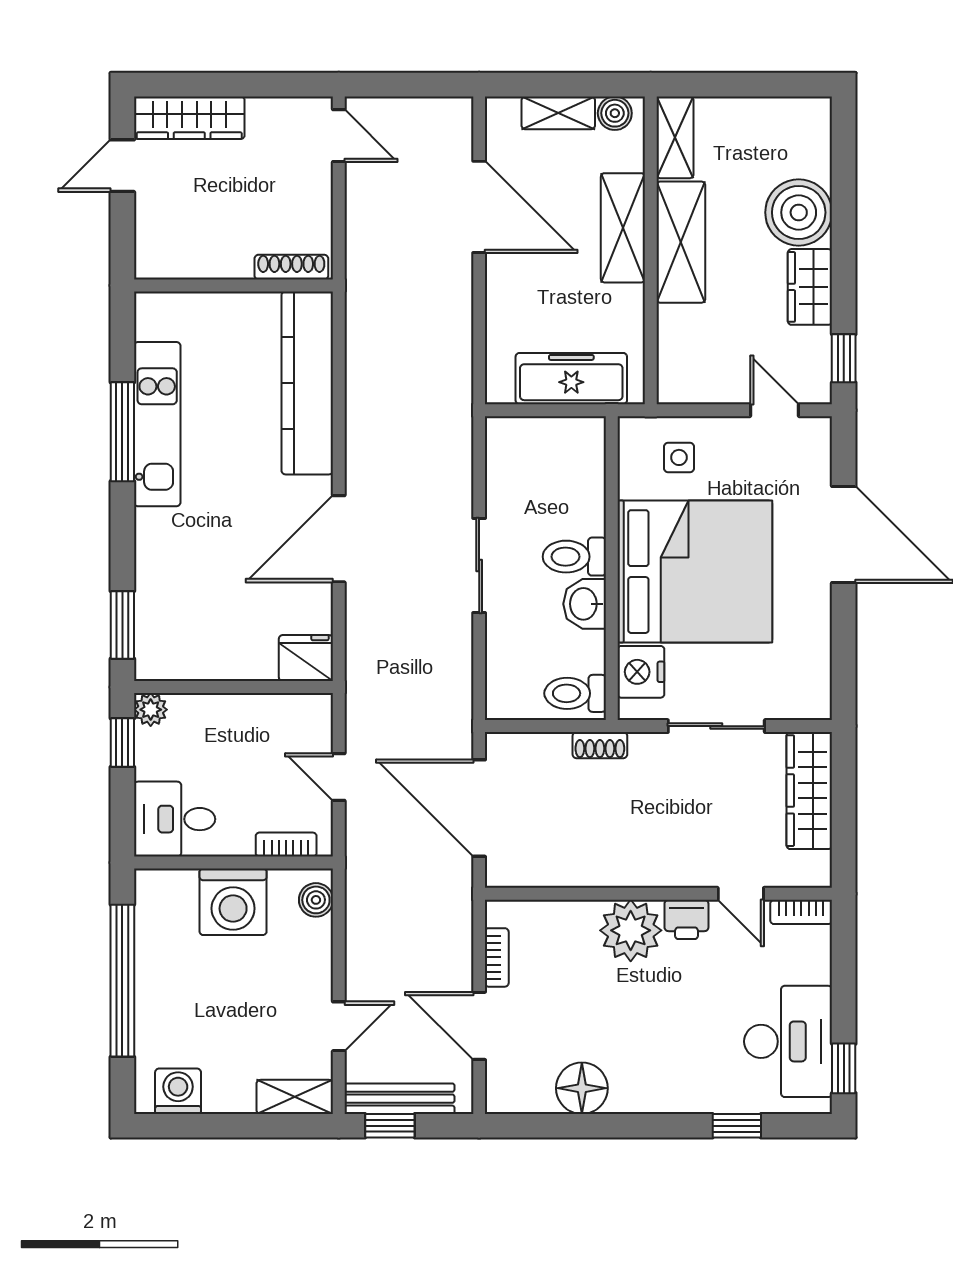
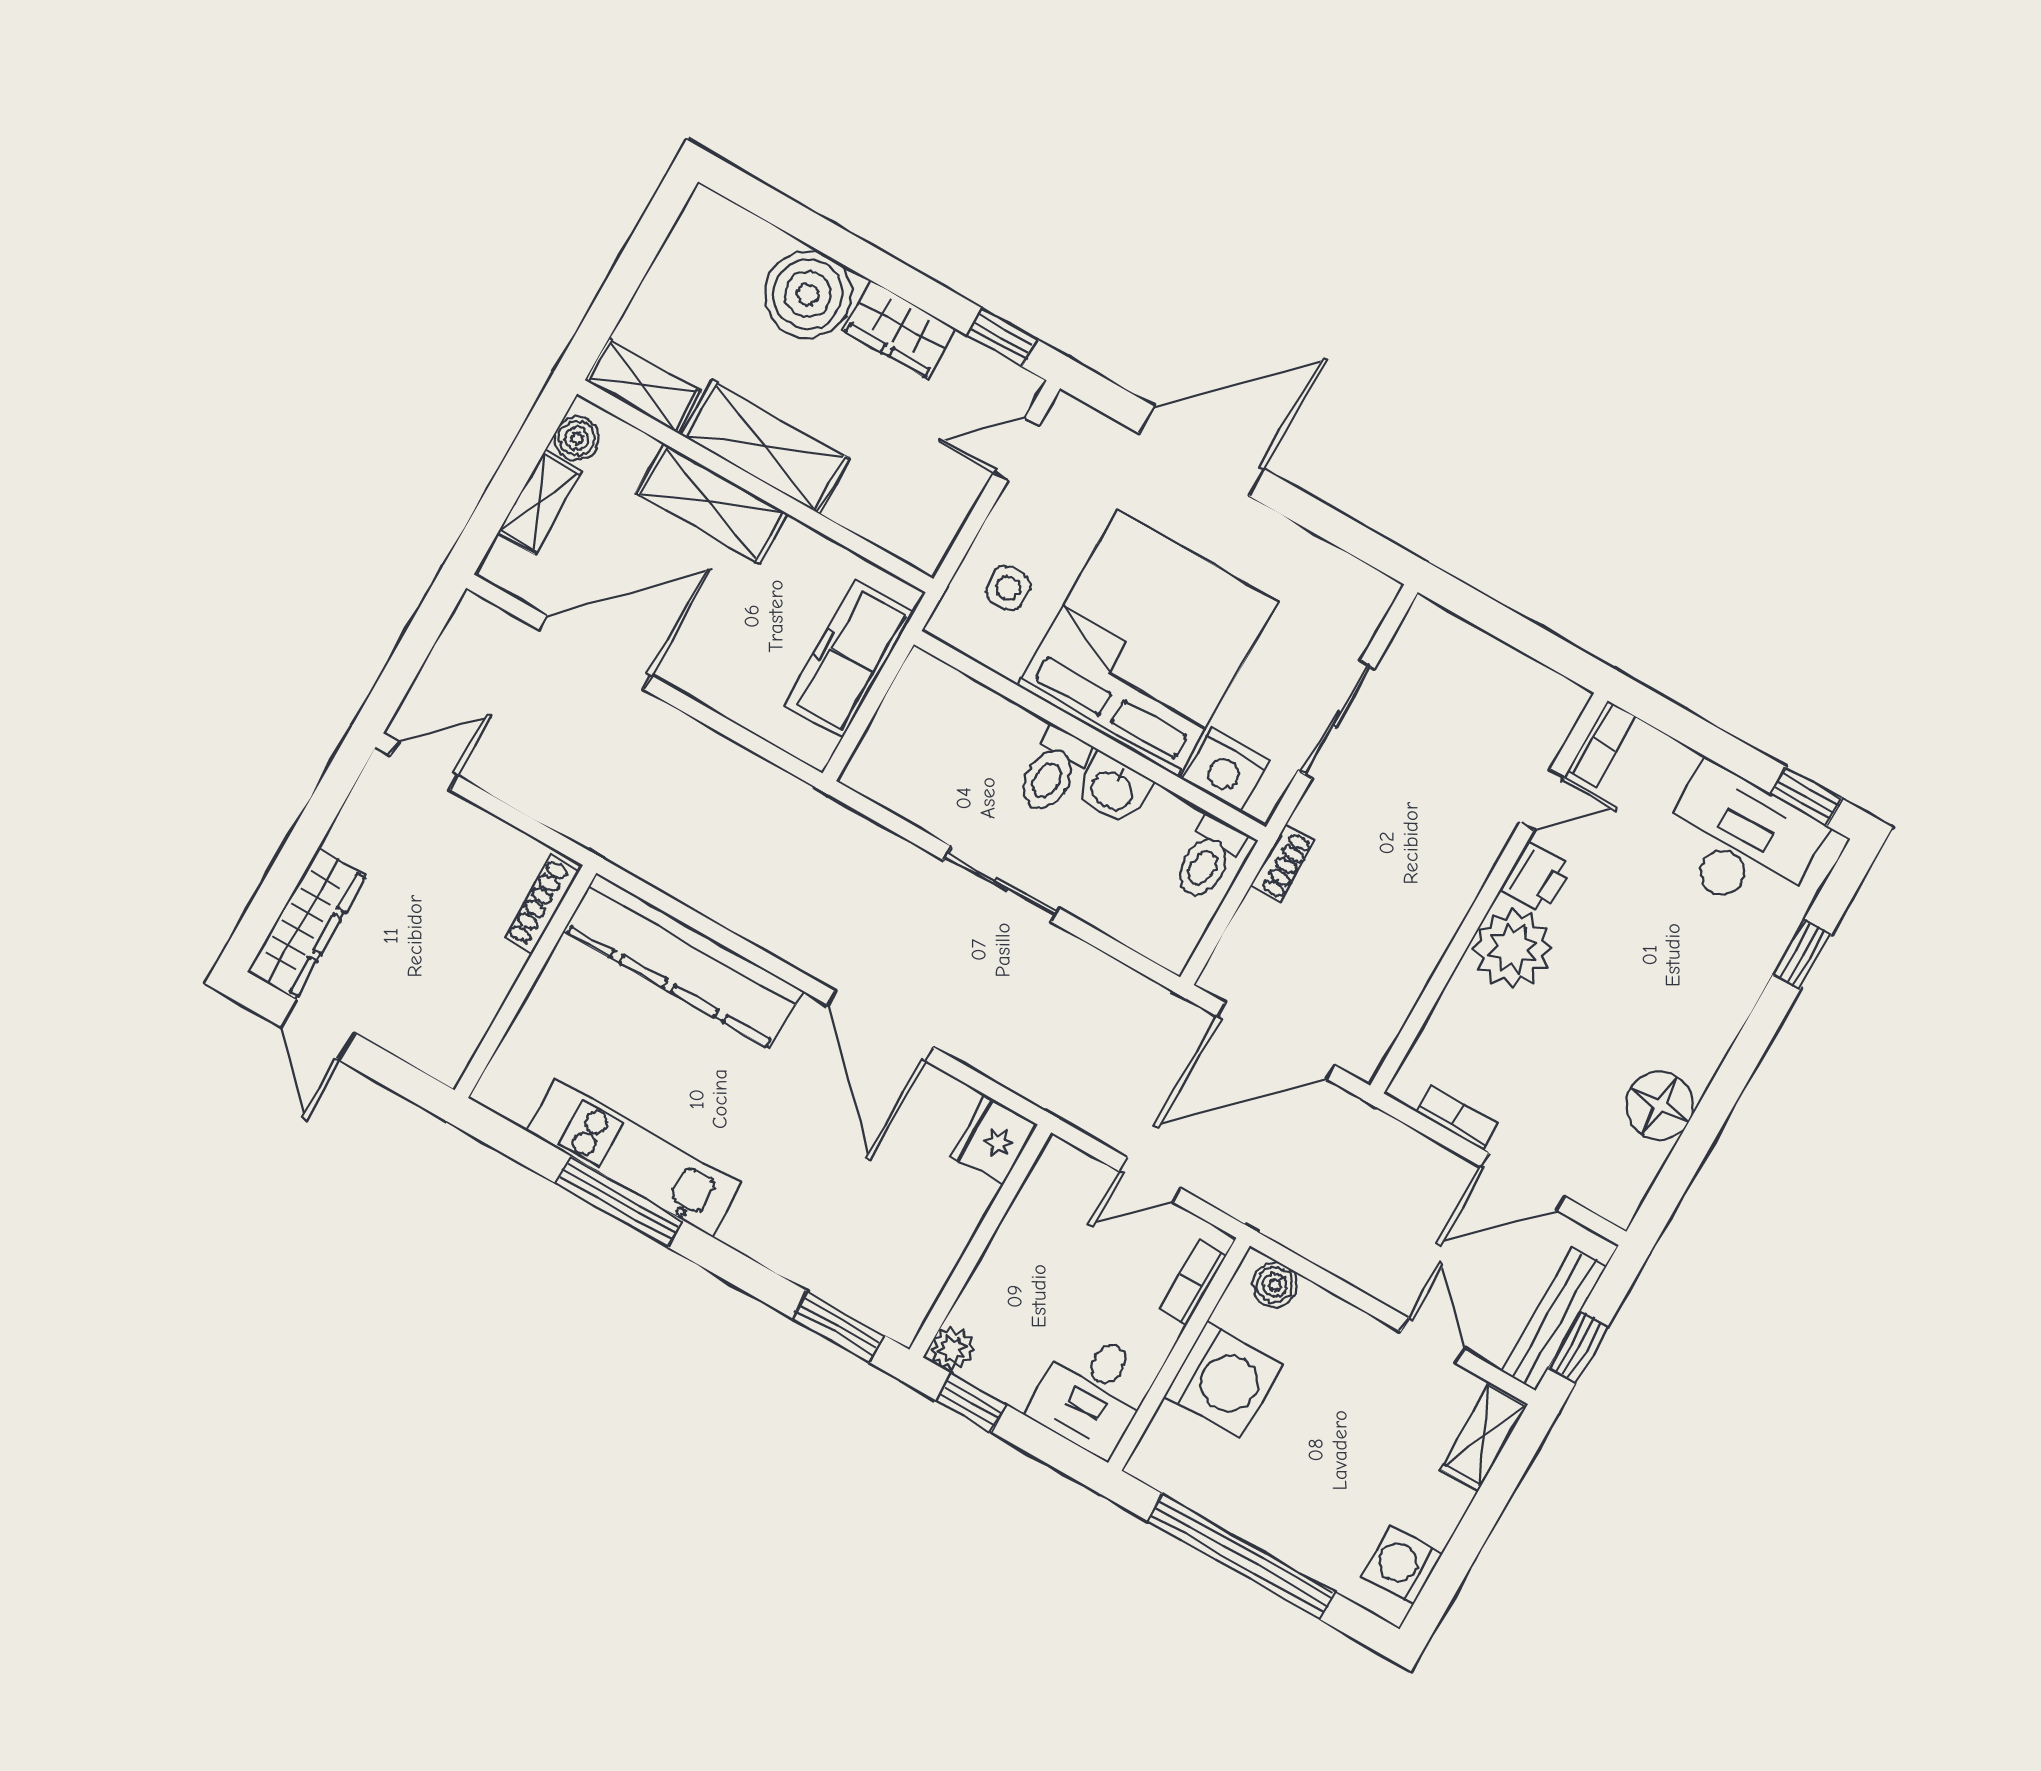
wardrobe: (809, 791) -> (1469, 656), removed

